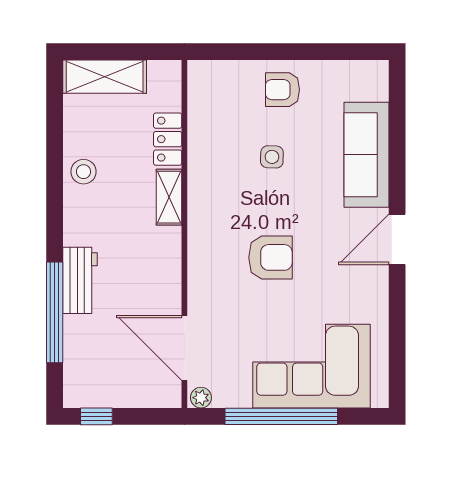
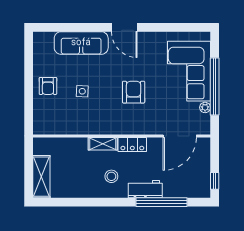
locker: (168, 139) -> (132, 144), moved
stool: (84, 172) -> (111, 176), moved
plant: (201, 398) -> (205, 107), moved

